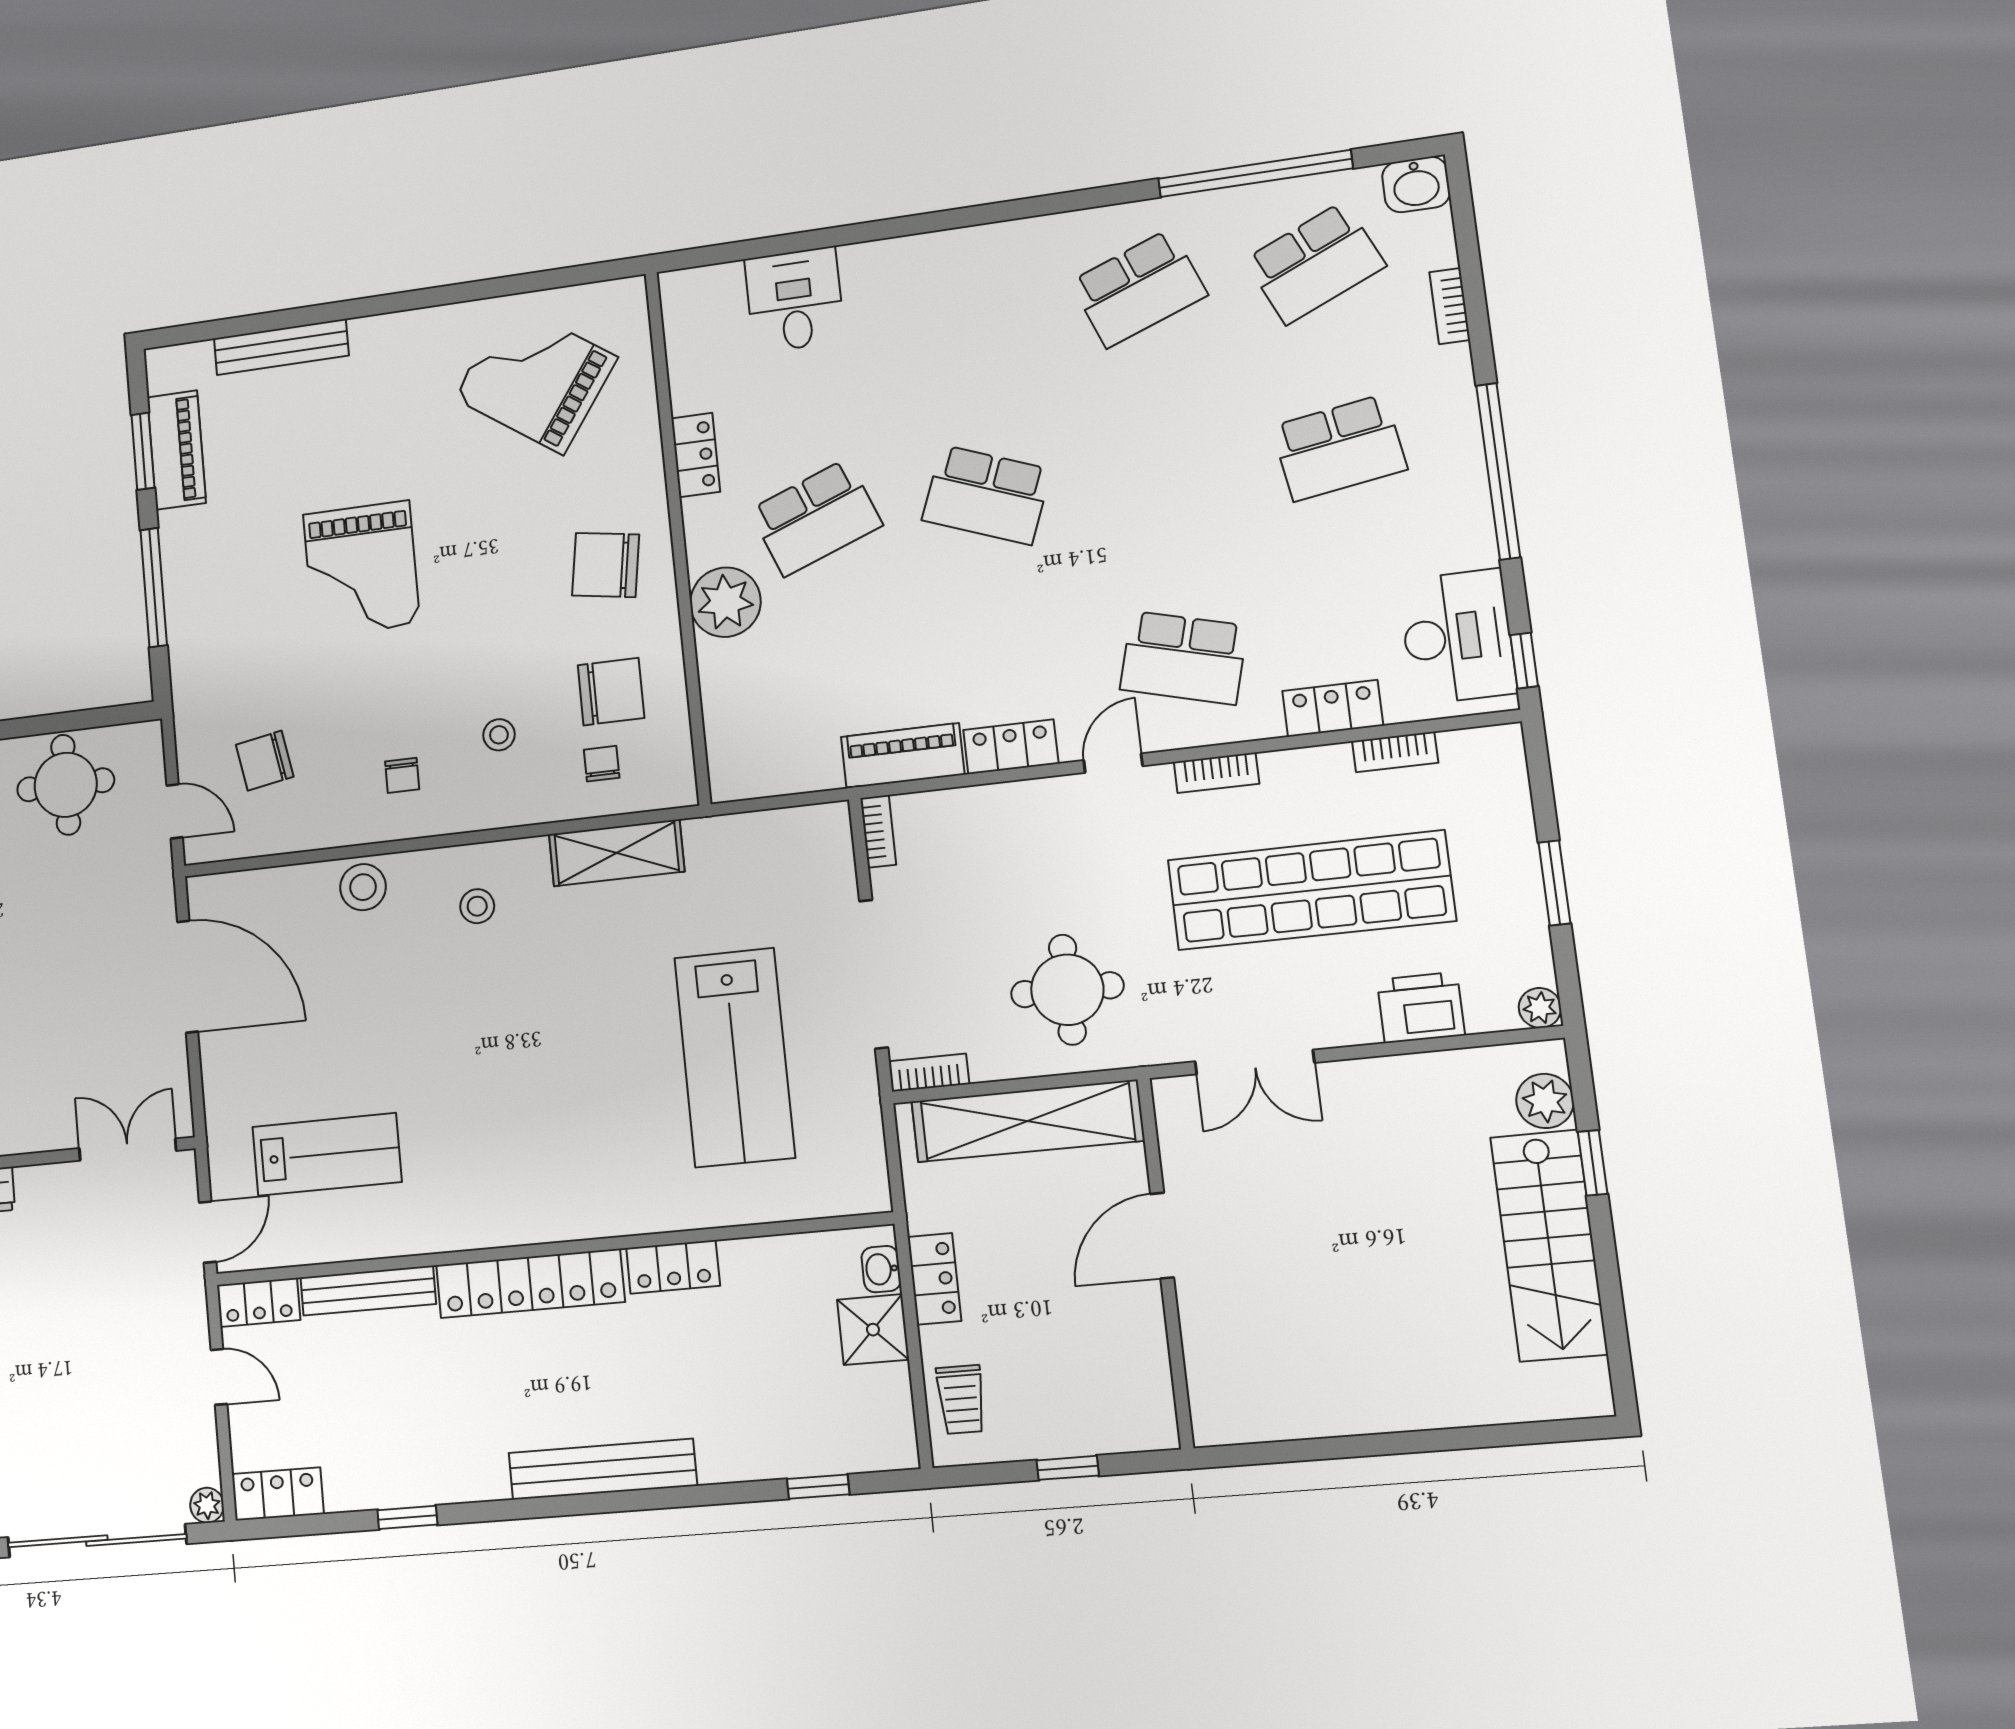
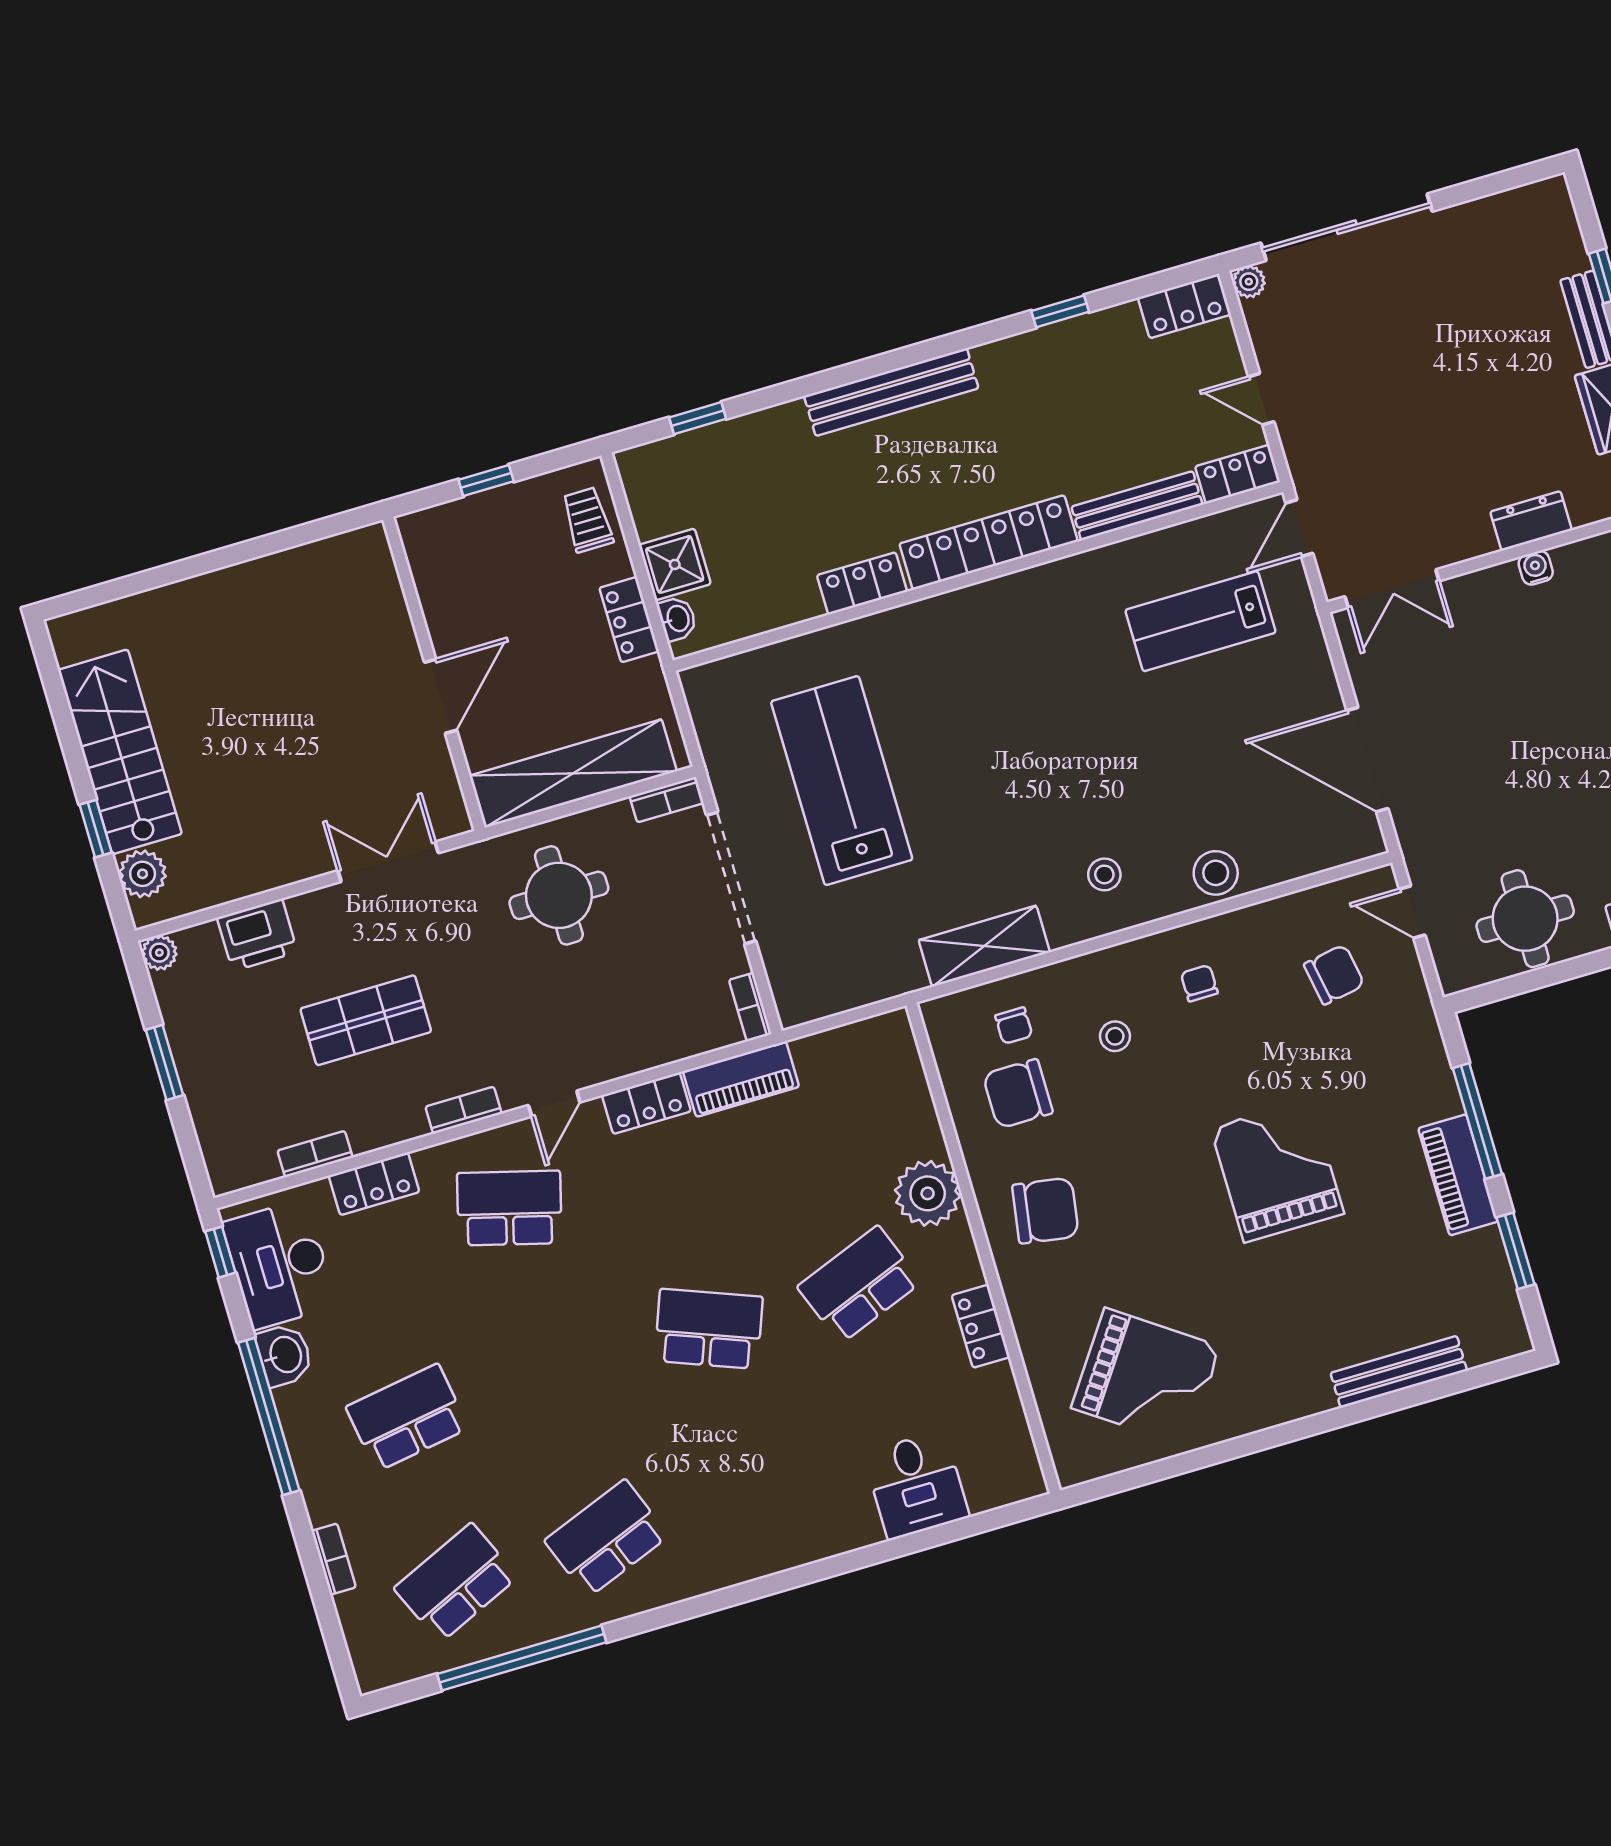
washbasin: (1416, 185) -> (284, 1355), moved, turned 90
piano: (177, 450) -> (1458, 1175), moved
shop shelf: (1311, 890) -> (366, 1020), width x0.50, depth x0.74

